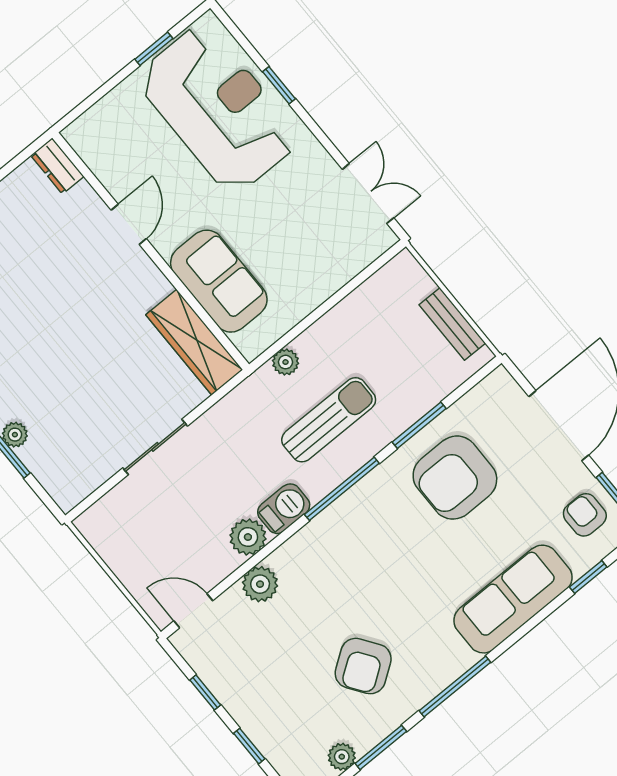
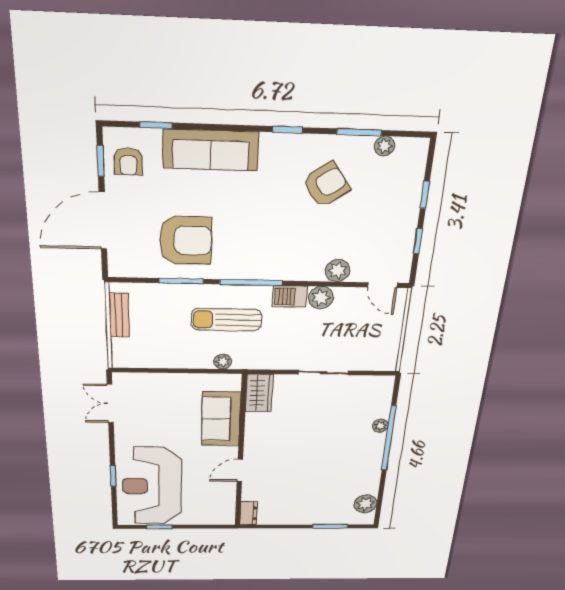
wardrobe: (194, 342) -> (259, 393), width x0.67
window: (455, 687) -> (287, 130), width x0.46

